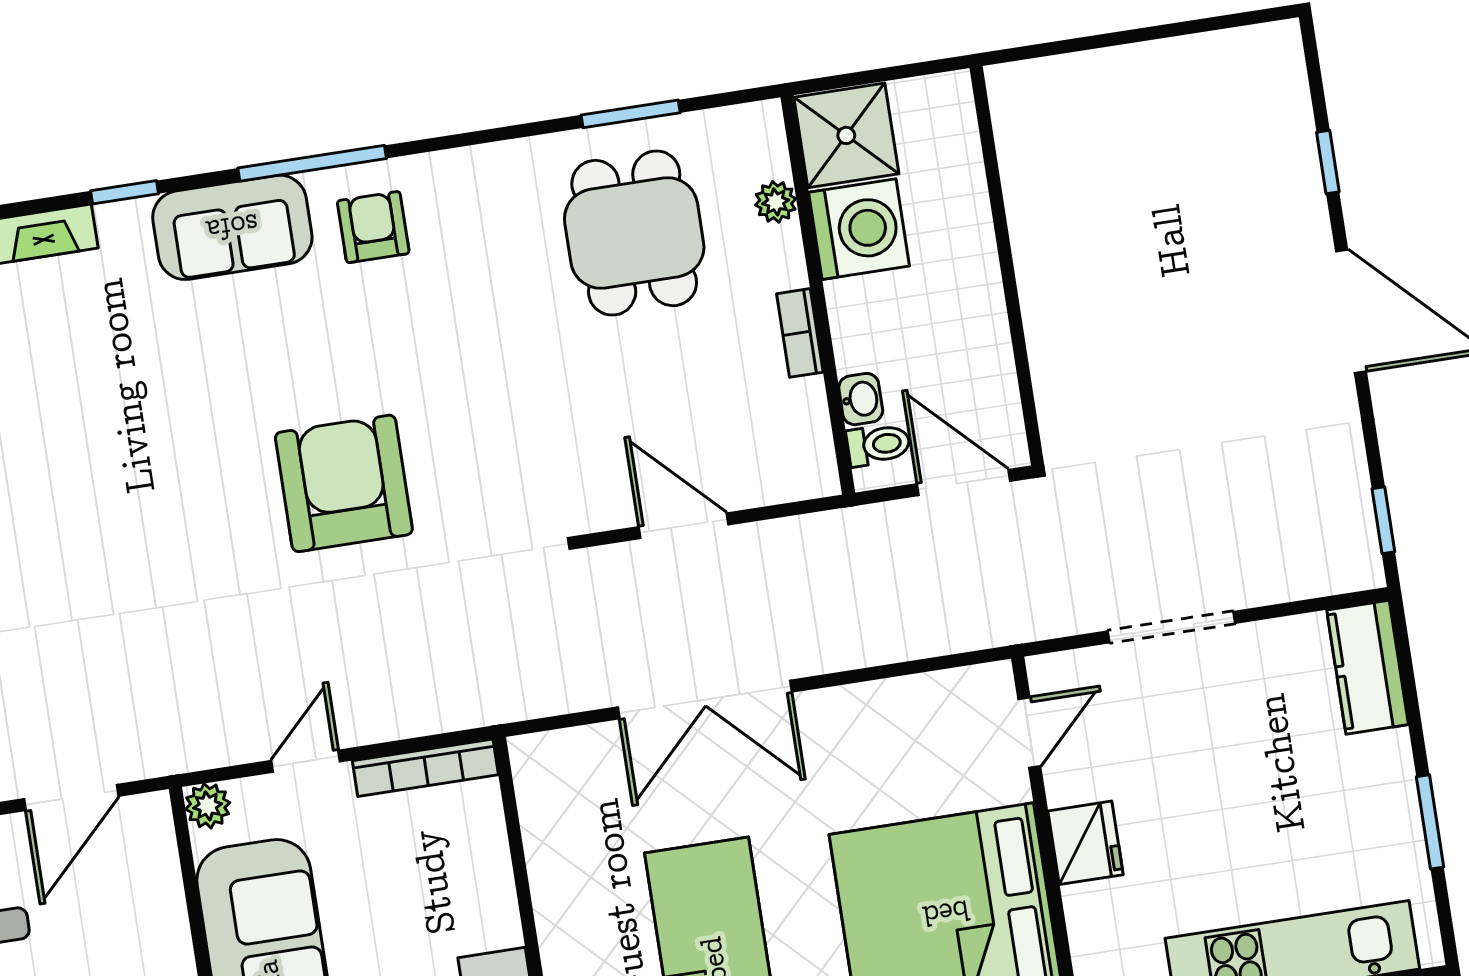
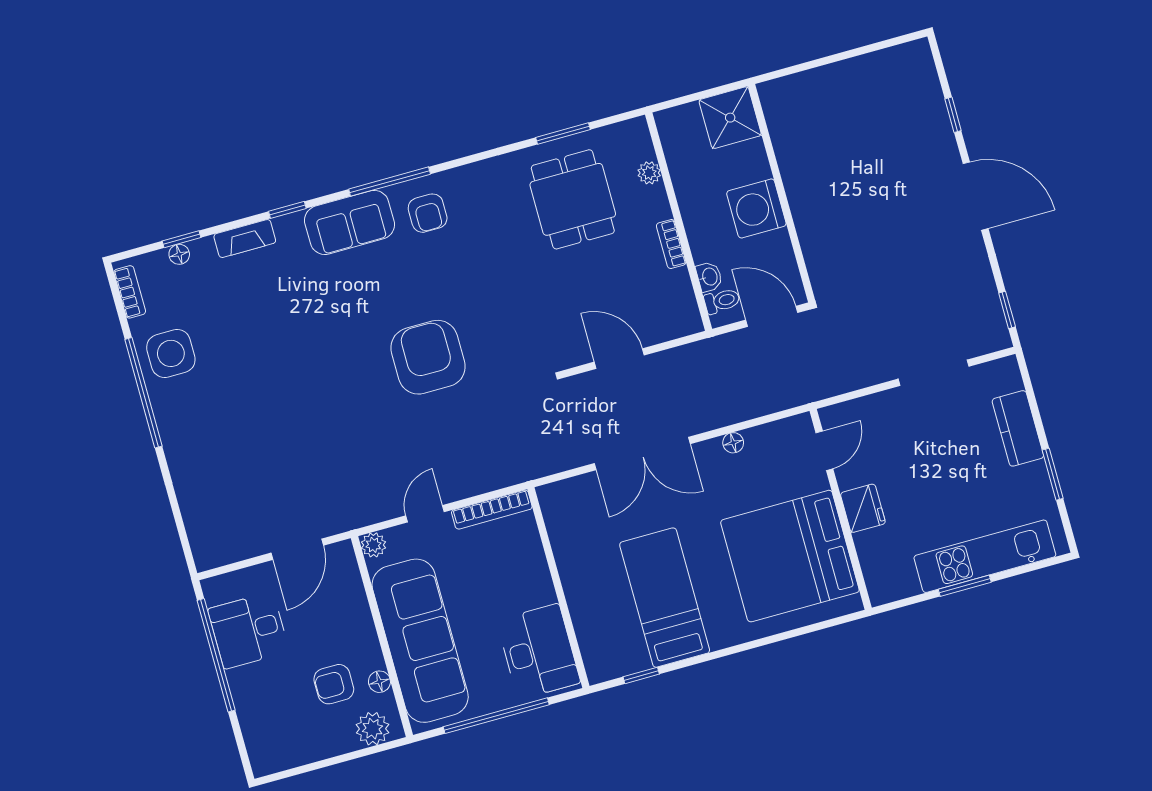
shower: (846, 135) -> (730, 118), moved
armchair: (373, 227) -> (428, 213), turned 180
washing machine: (859, 229) -> (756, 208), moved, turned 180
doorway: (1171, 627) -> (934, 373), moved
kitchen counter: (1368, 667) -> (1018, 428), moved
floor lamp: (869, 699) -> (733, 443), added

